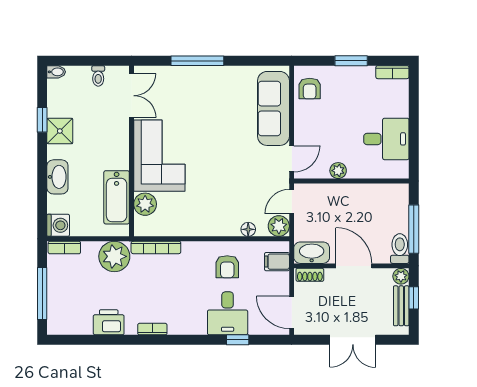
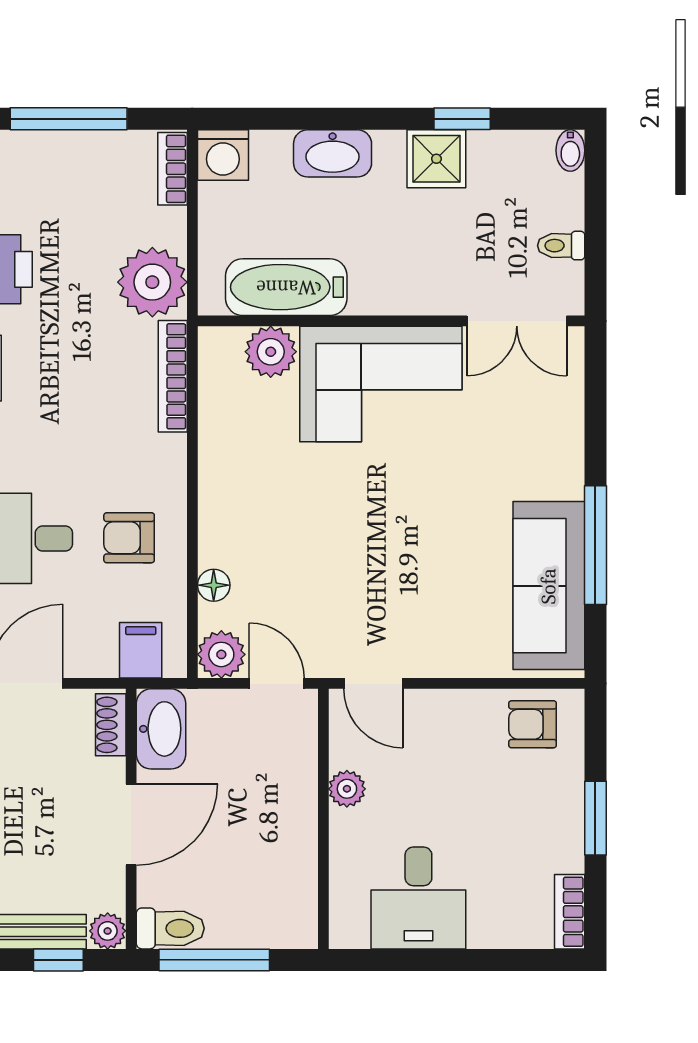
window: (197, 61) -> (595, 545), moved
sofa: (273, 108) -> (549, 586), moved, turned -90

